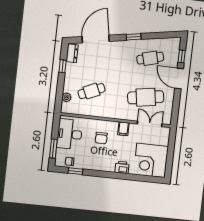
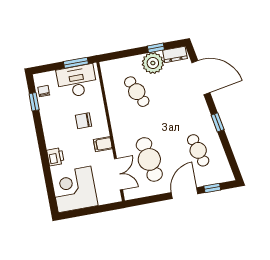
plant: (67, 97) -> (153, 63), moved, width x1.88, depth x1.88
window: (53, 149) -> (76, 63), moved

